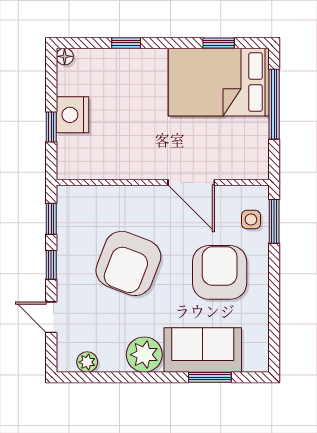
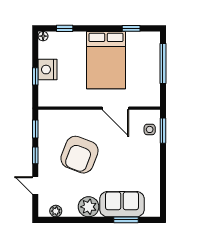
window: (126, 43) -> (65, 28), moved
bed: (219, 82) -> (106, 60), moved, turned -90
armchair: (220, 272) -> (132, 160), removed

